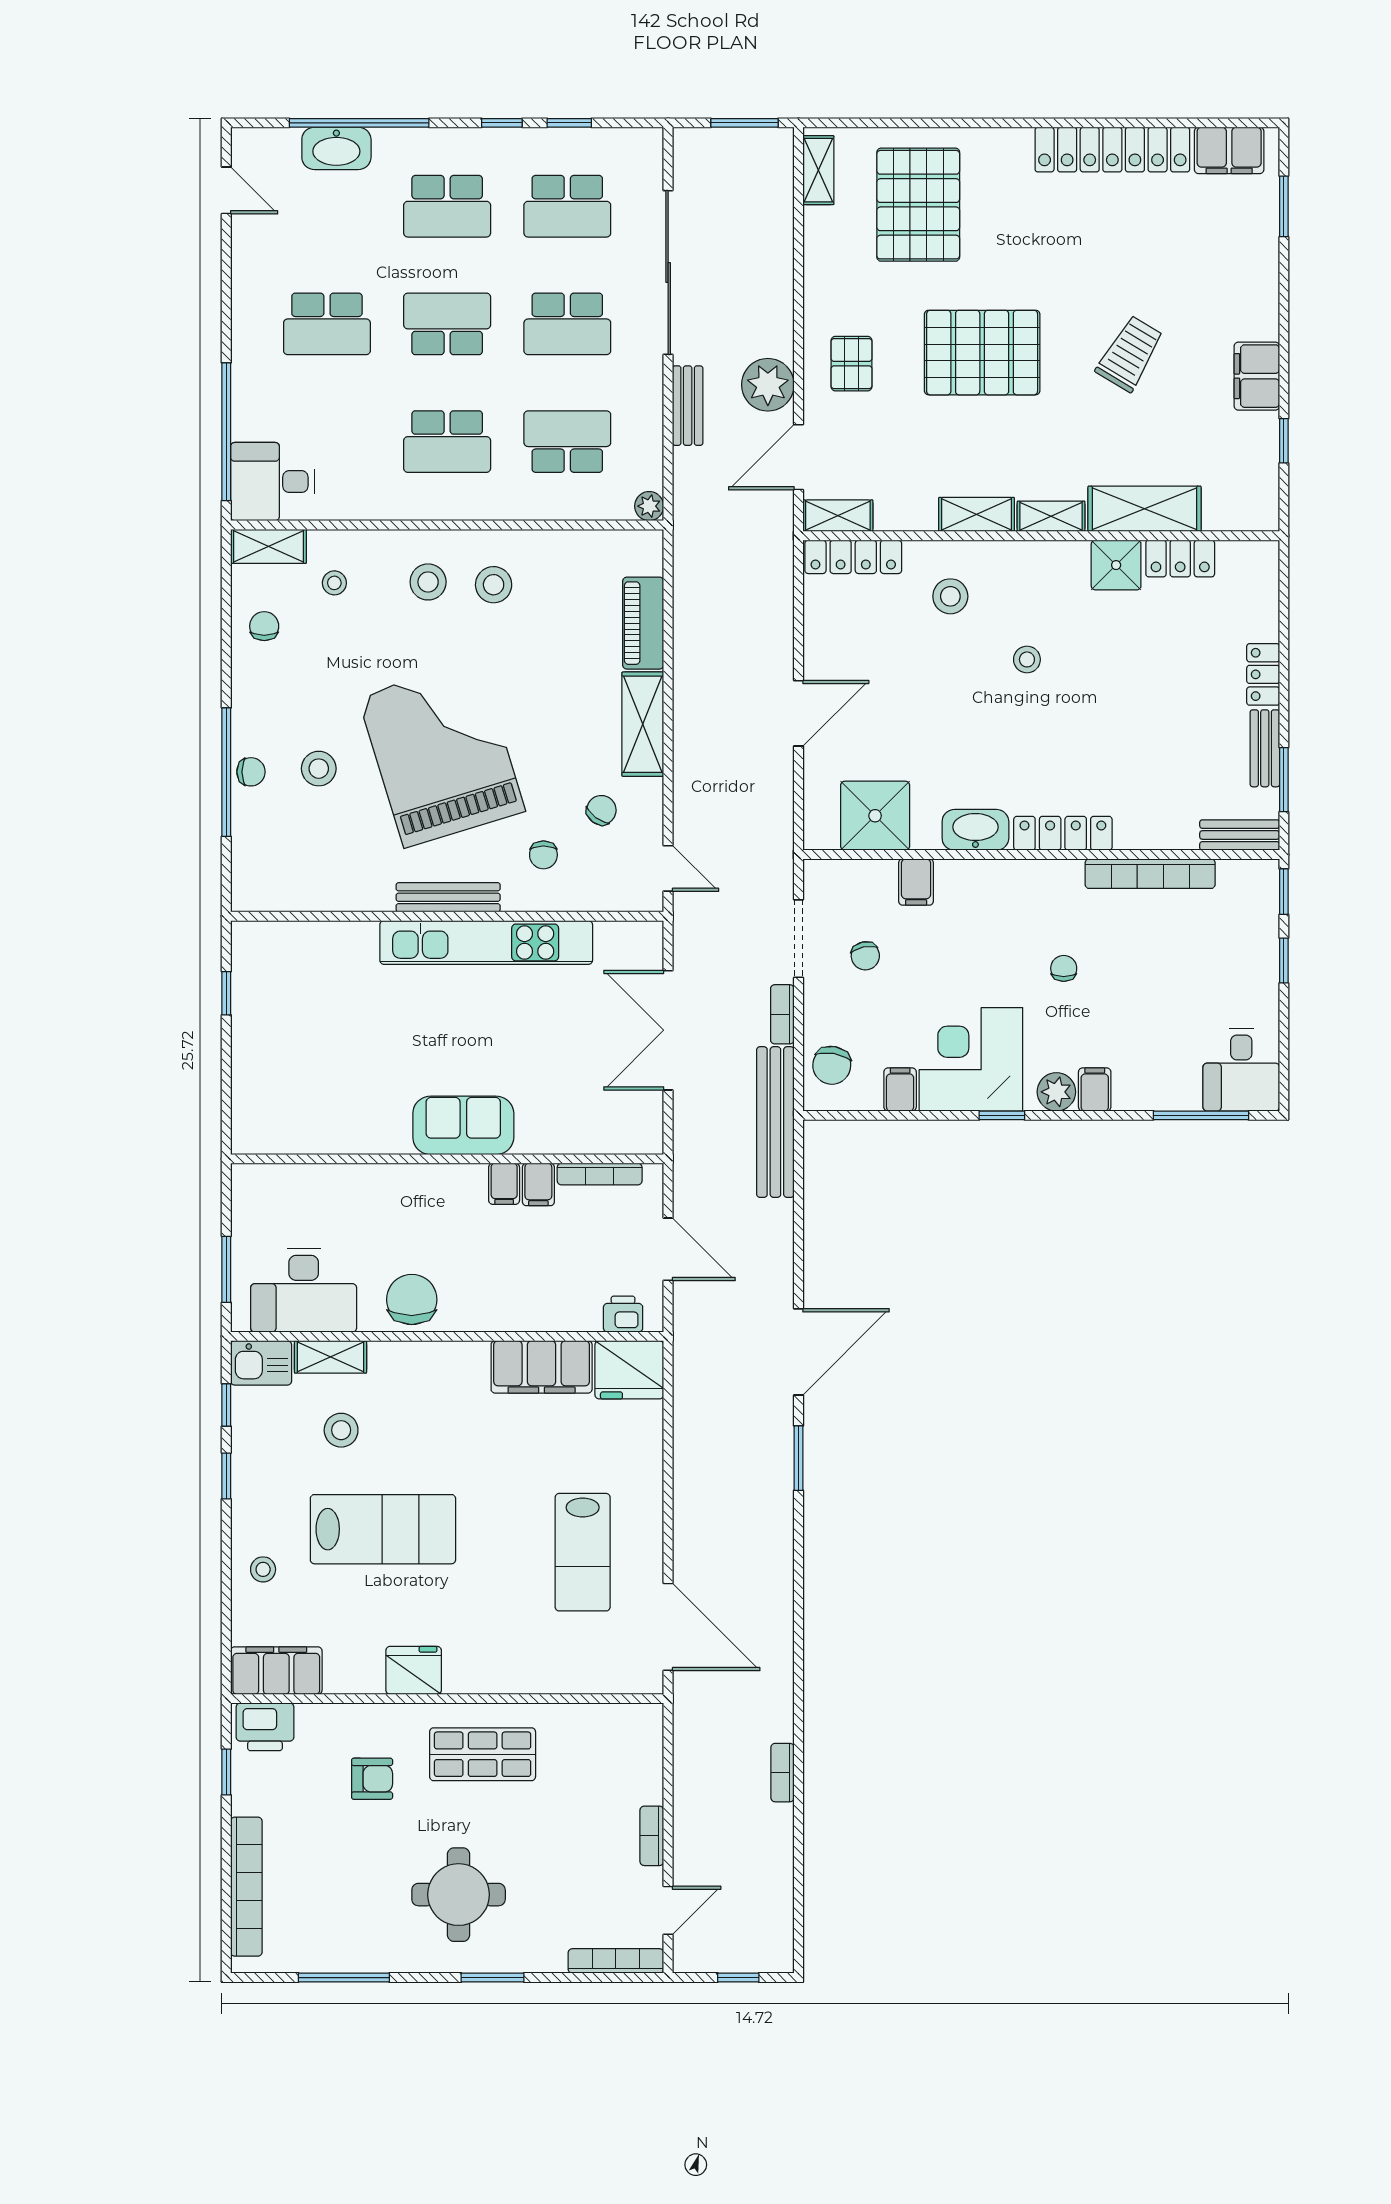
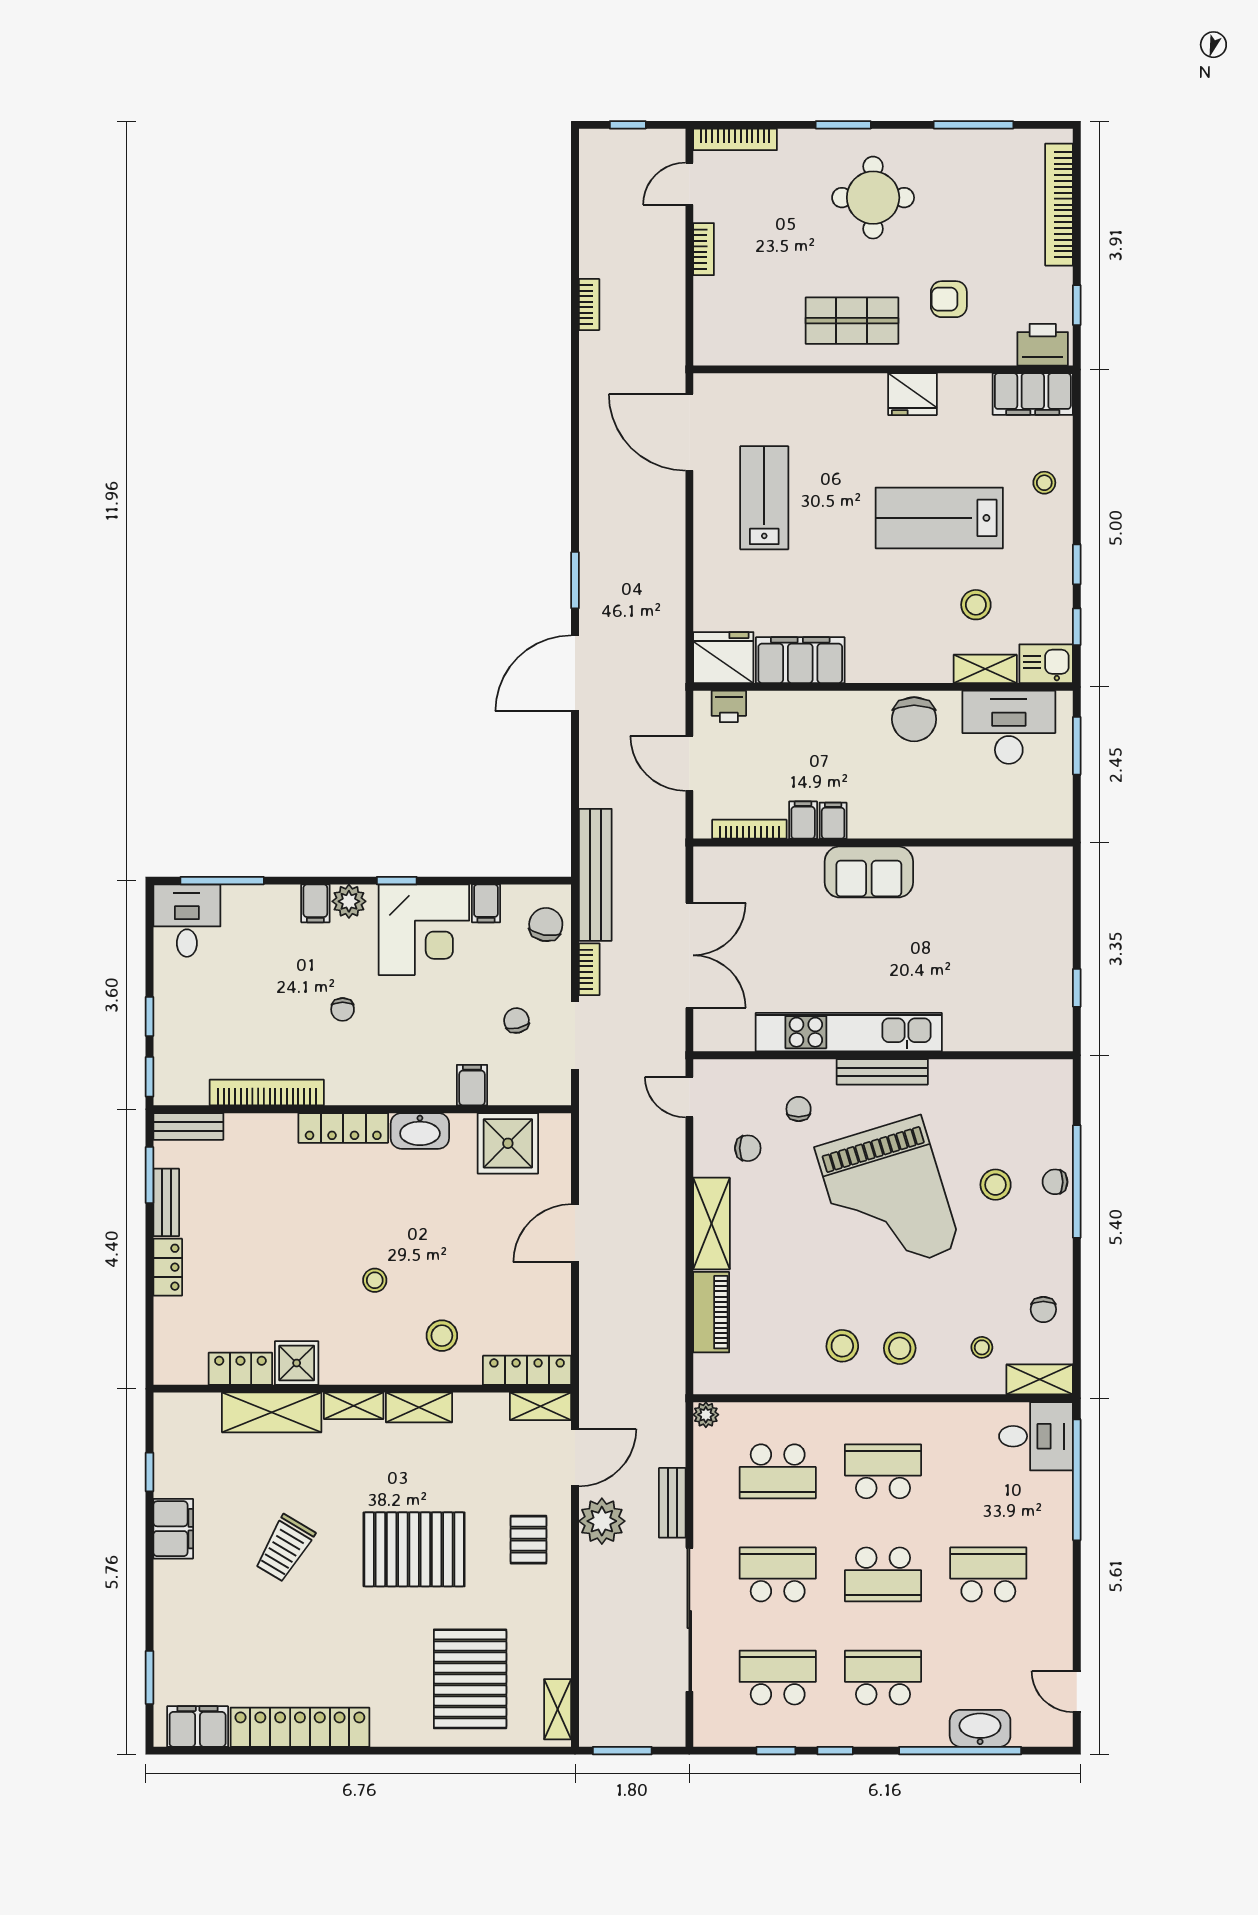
chair: (601, 810) -> (748, 1148), turned -127

